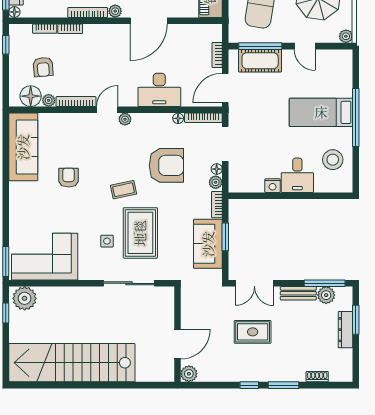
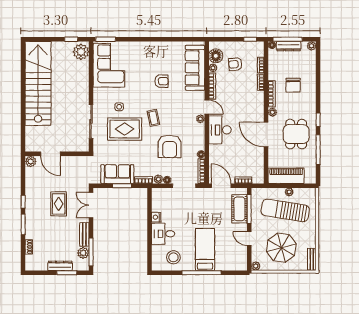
door: (305, 46) -> (249, 239), hinge flipped
desk: (159, 90) -> (220, 130), moved
sofa: (23, 147) -> (195, 68), moved, turned 90

